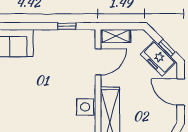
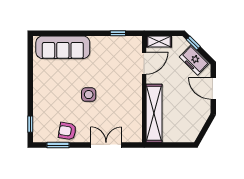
window: (167, 48) -> (193, 43), moved
side table: (85, 107) -> (89, 95), moved

